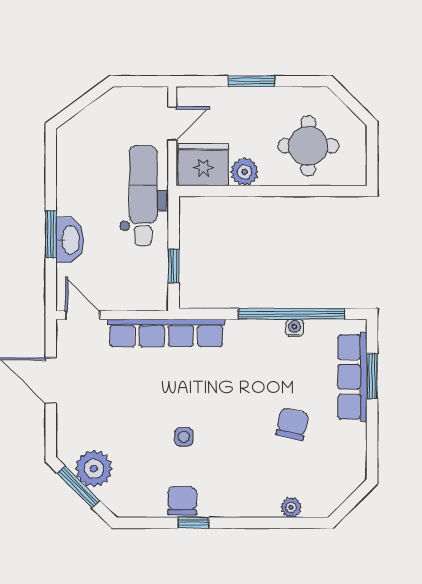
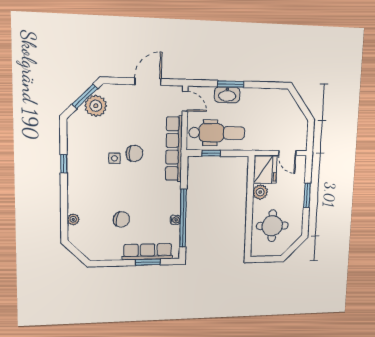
dental chair: (143, 196) -> (217, 133), moved
door: (83, 315) -> (185, 101), hinge flipped
chair: (182, 501) -> (134, 153), moved

